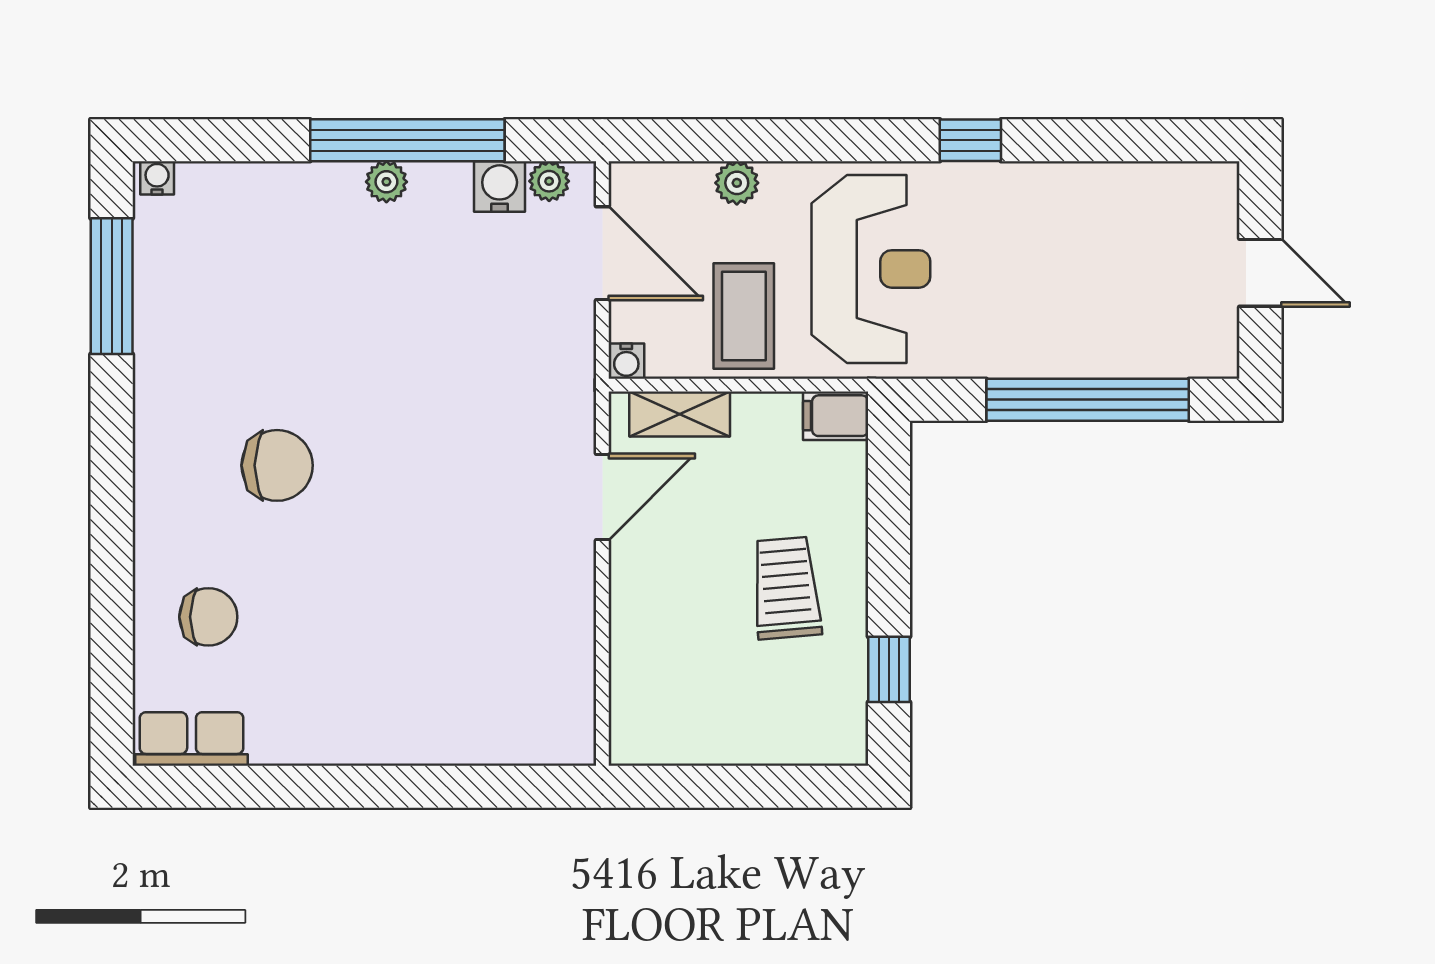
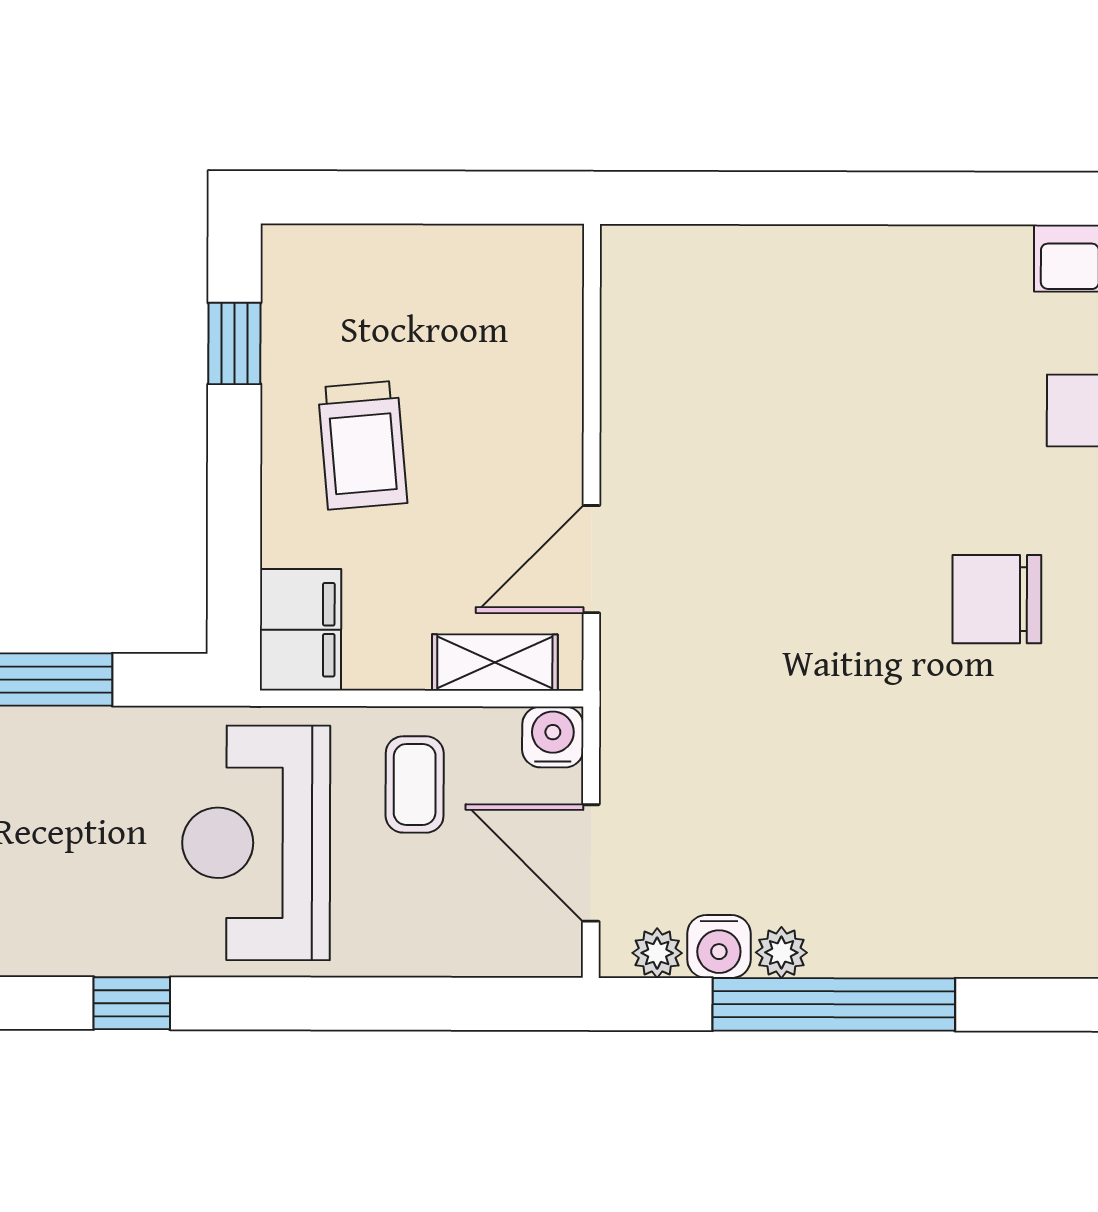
plant: (386, 182) -> (781, 953), moved
plant: (737, 183) -> (423, 951), removed
coffee table: (744, 316) -> (415, 784), width x0.73, depth x0.77
water cooler: (626, 361) -> (553, 737), width x1.38, depth x1.38
filing cabinet: (836, 416) -> (300, 630), width x2.00

